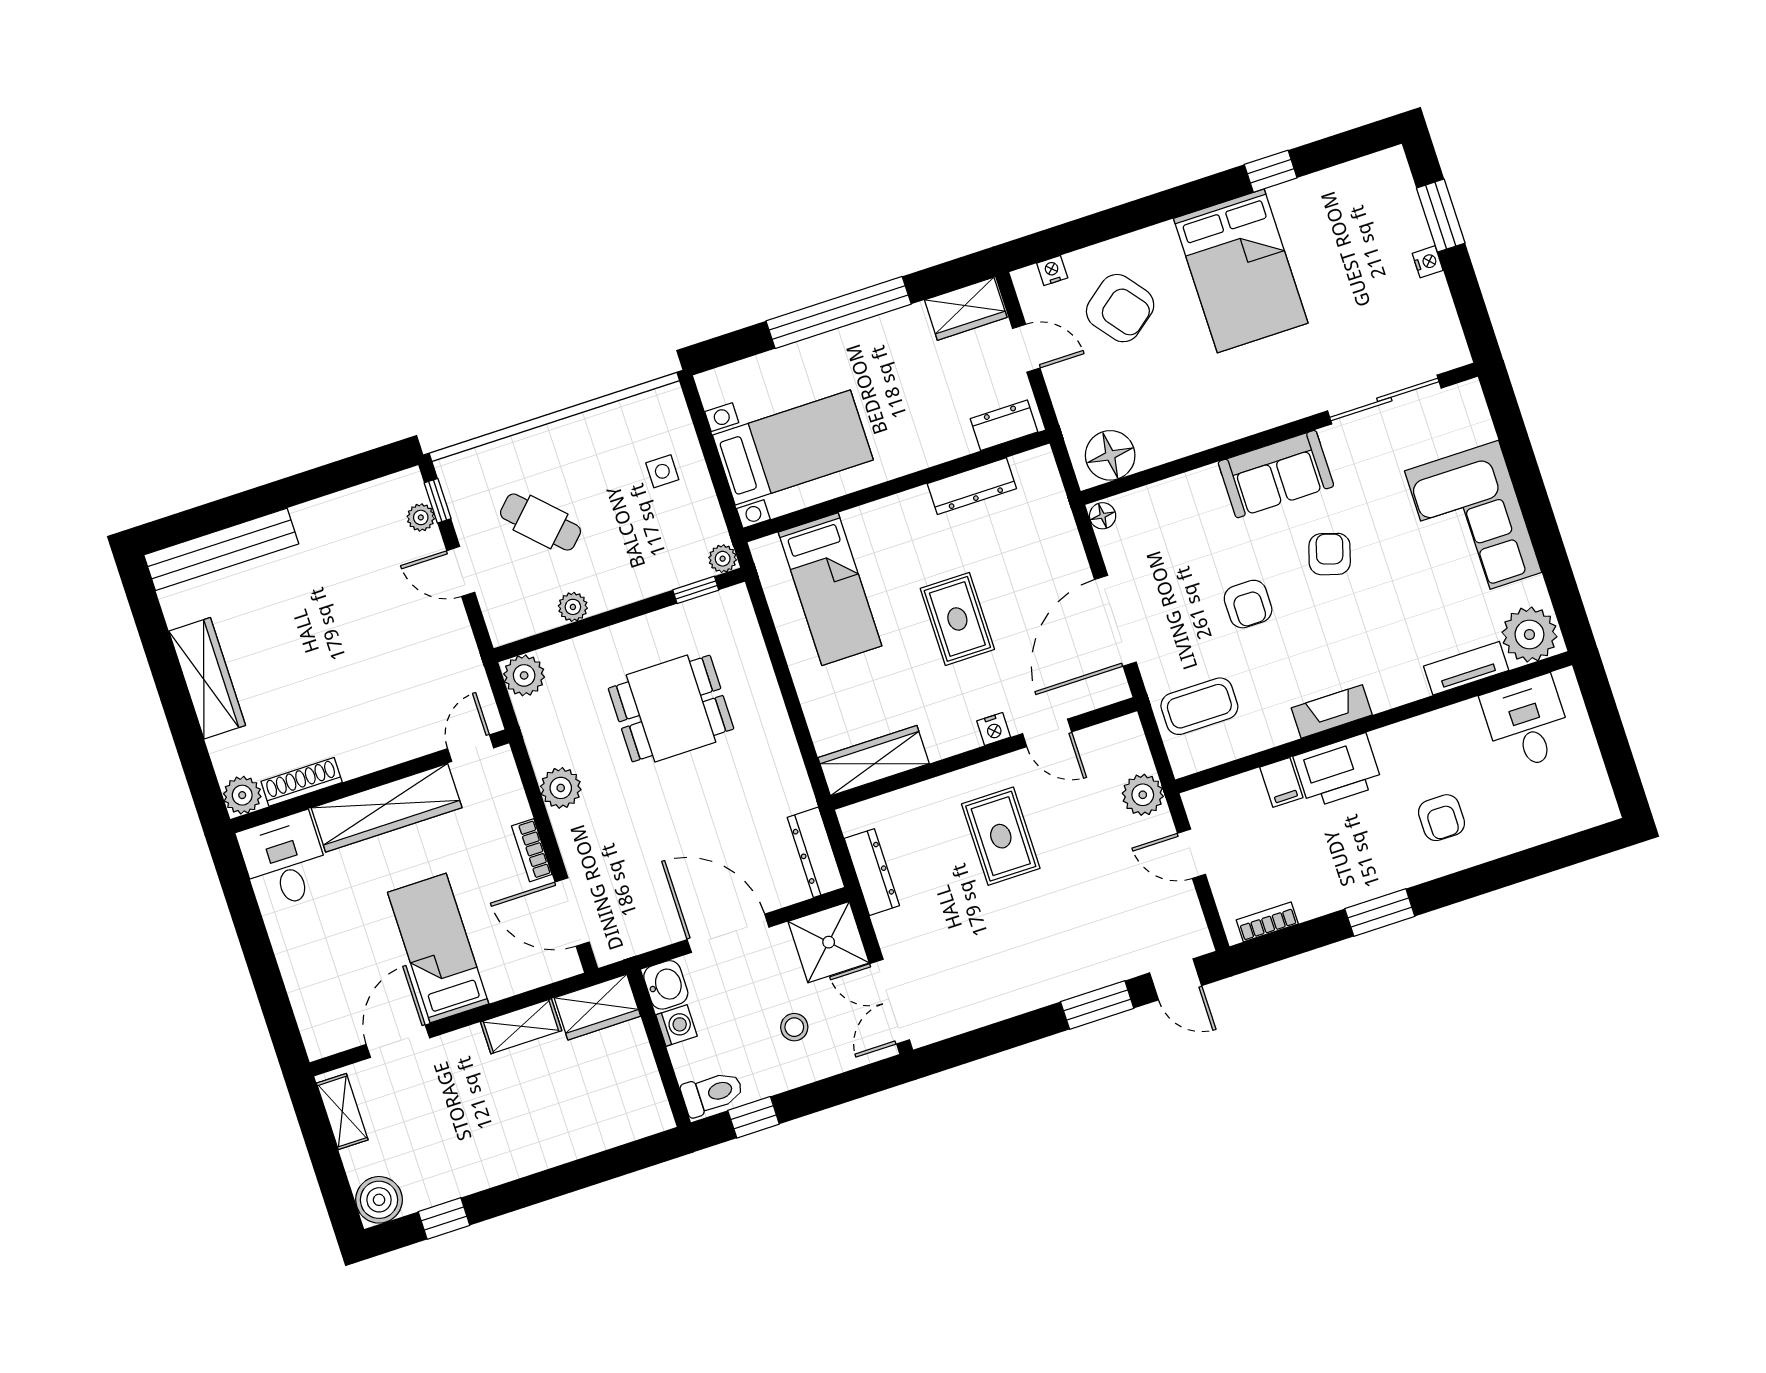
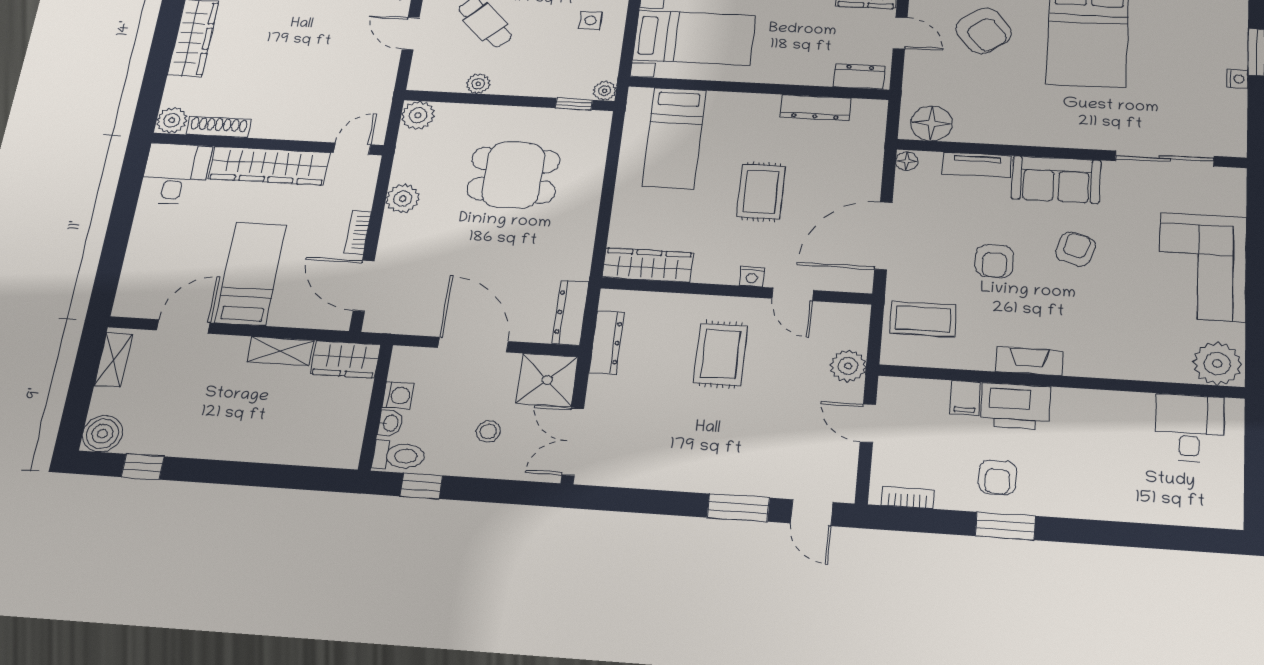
tv unit: (1466, 668) -> (977, 165), moved, turned 180
armchair: (1441, 818) -> (998, 477), moved
washbasin: (666, 985) -> (390, 423), moved, width x0.72, depth x0.69

